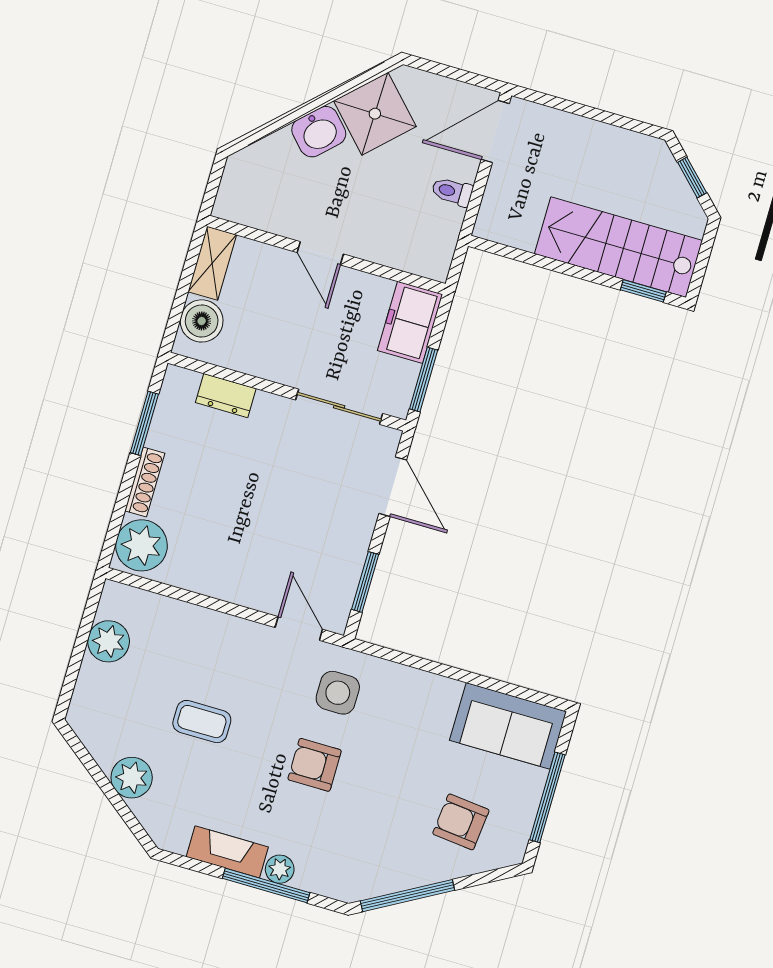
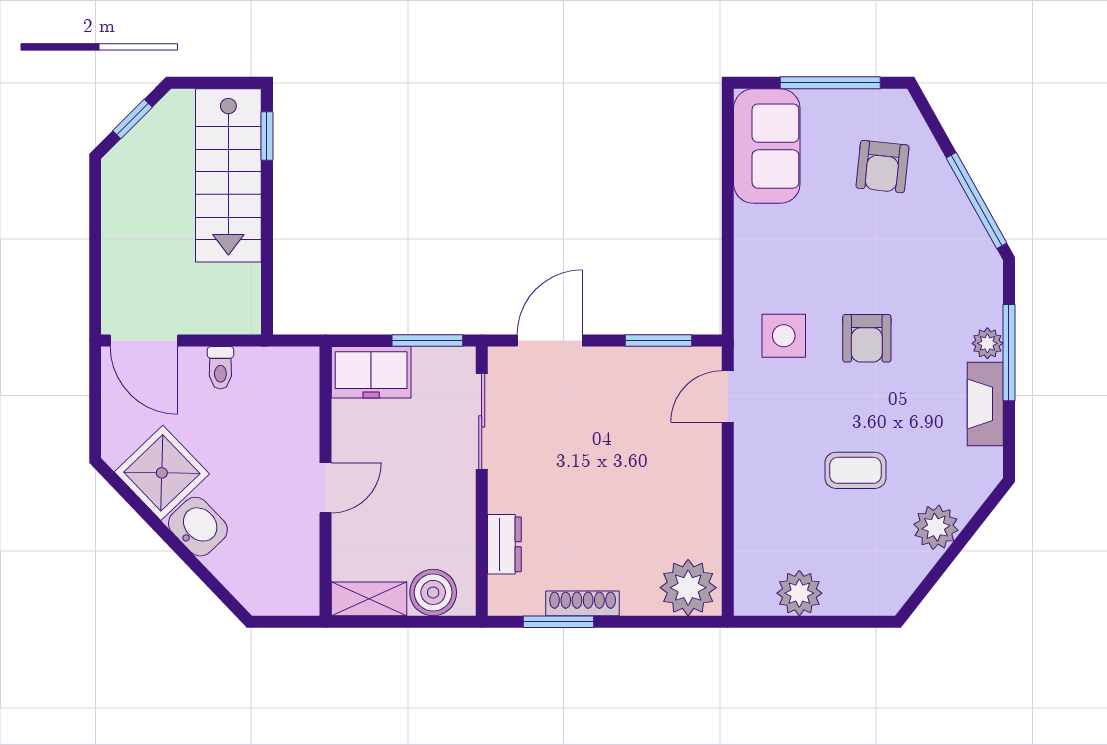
shoe rack: (145, 482) -> (583, 603), moved
coffee table: (202, 722) -> (855, 470), turned 90

